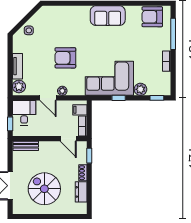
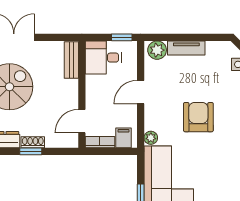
plant: (62, 91) -> (151, 138), moved
desk: (24, 113) -> (103, 58), moved, turned 180
window: (10, 124) -> (122, 37), moved
window: (89, 156) -> (31, 151), moved

